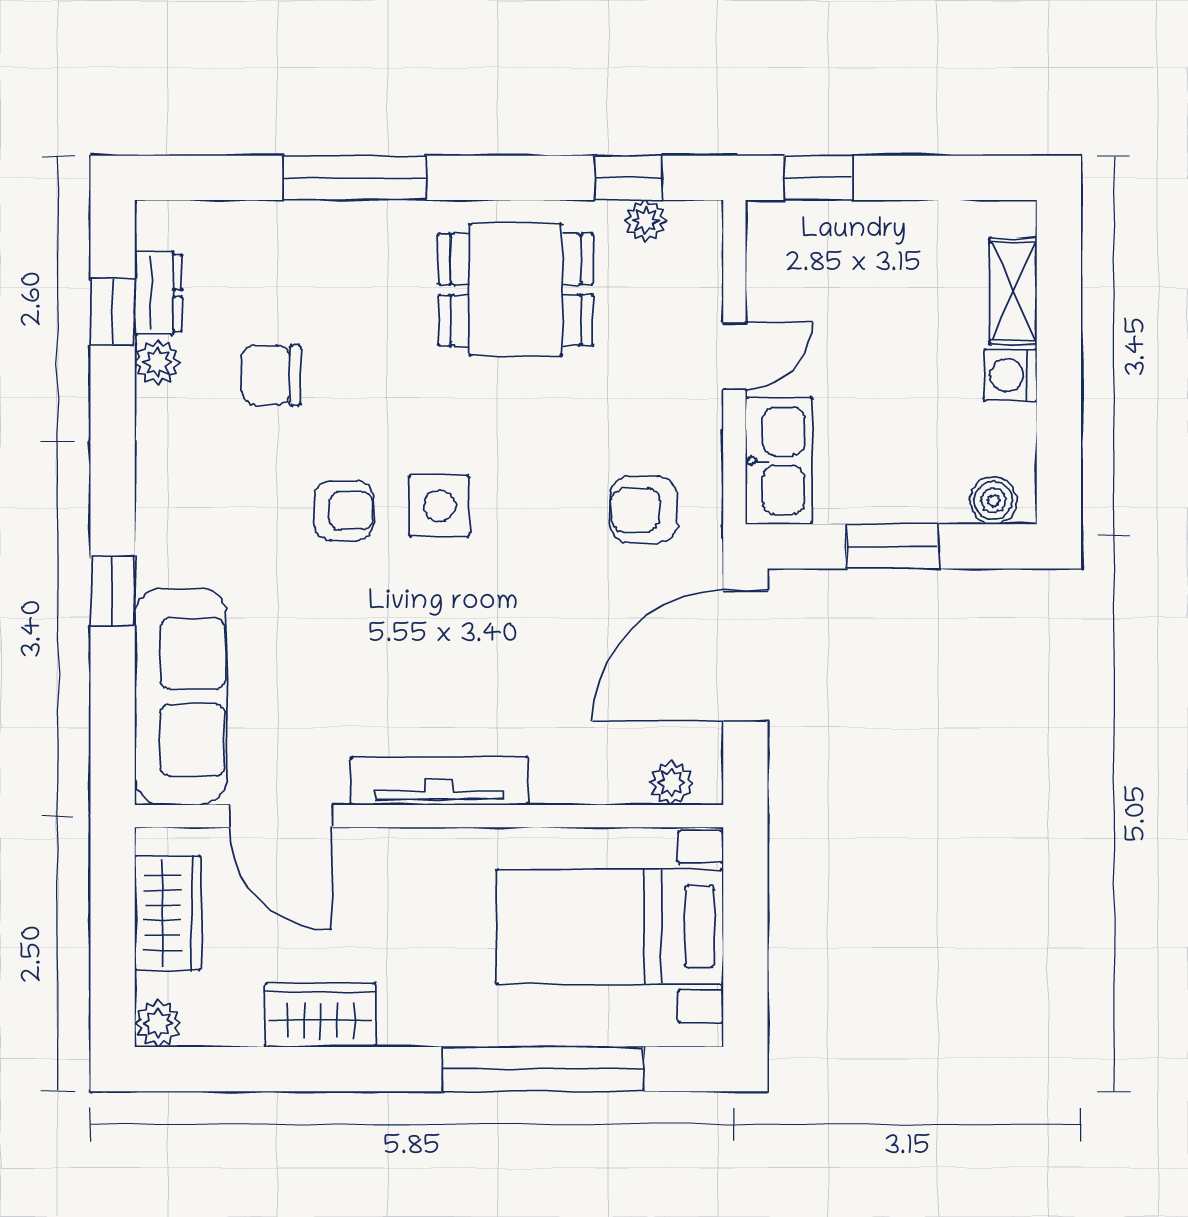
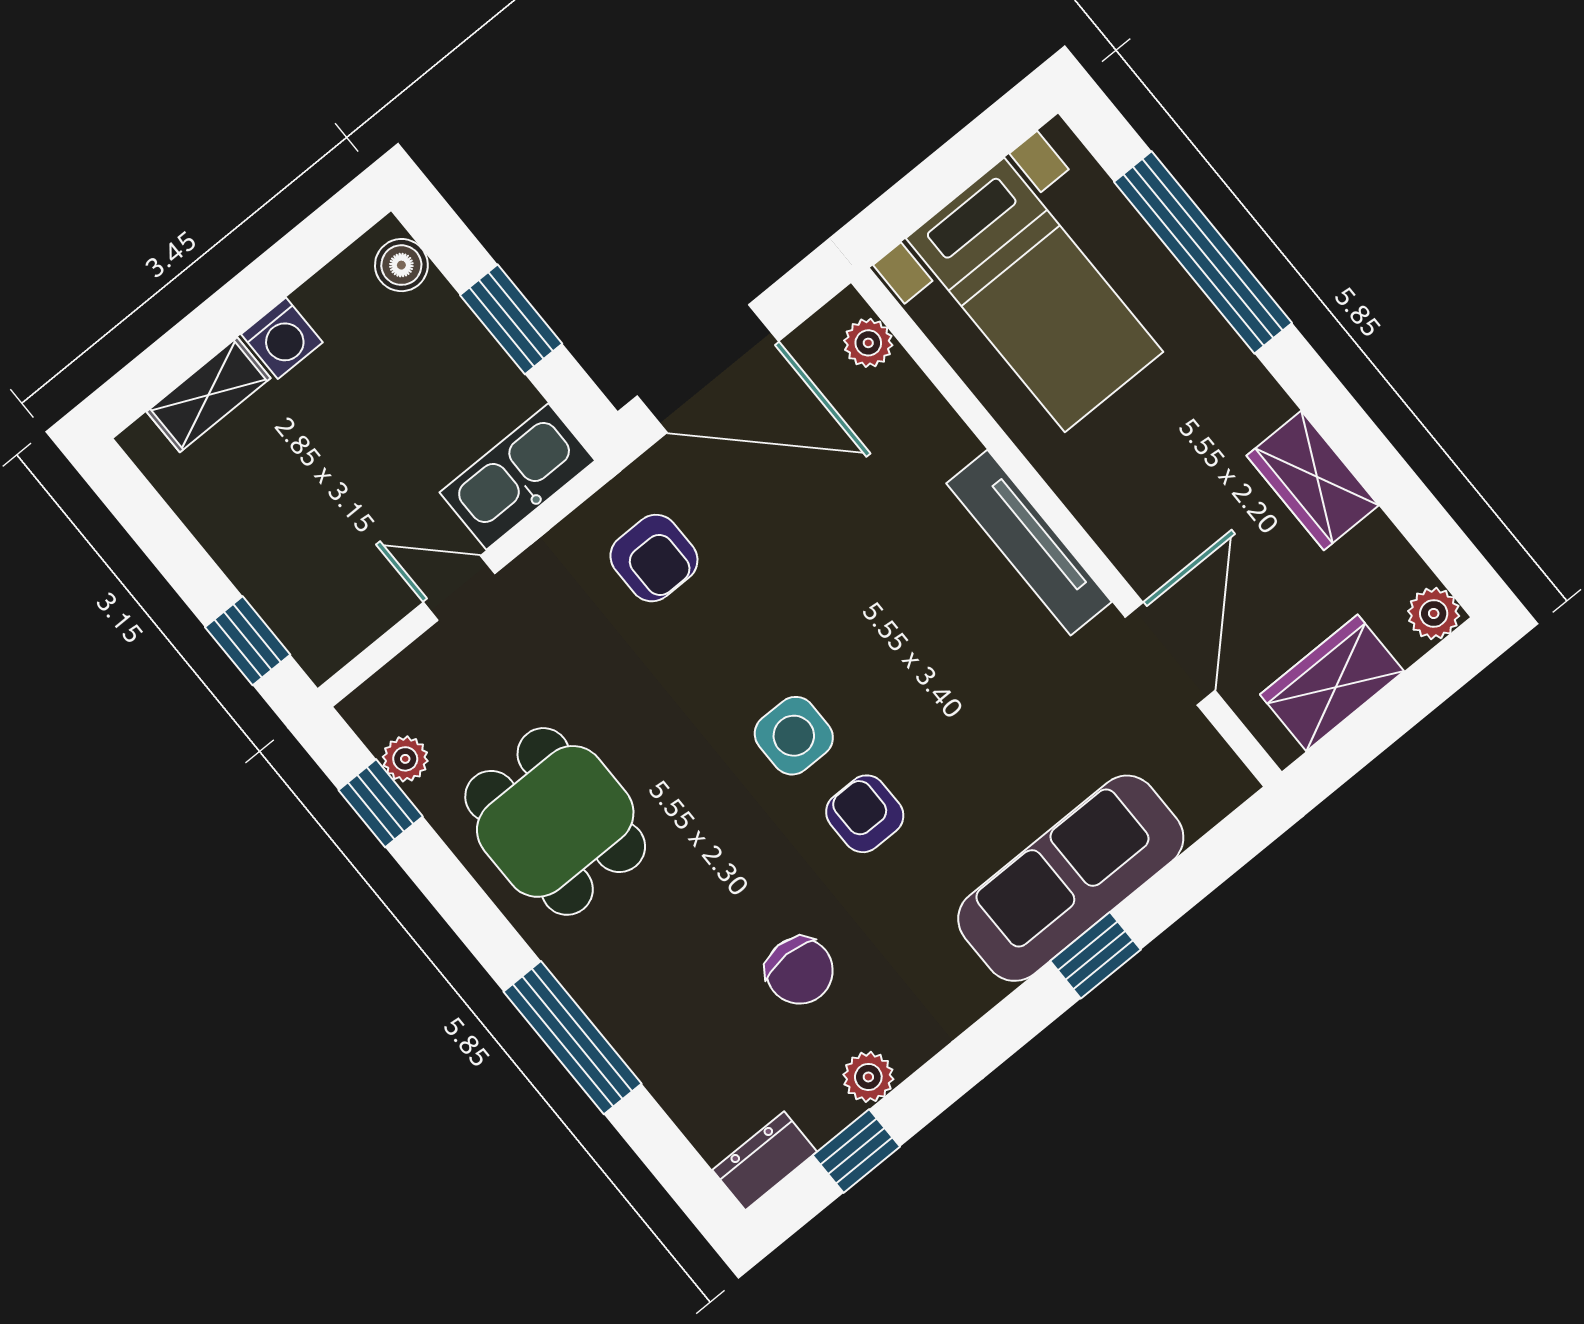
dresser: (158, 293) -> (765, 1161), moved
sofa: (181, 697) -> (1071, 878), moved

